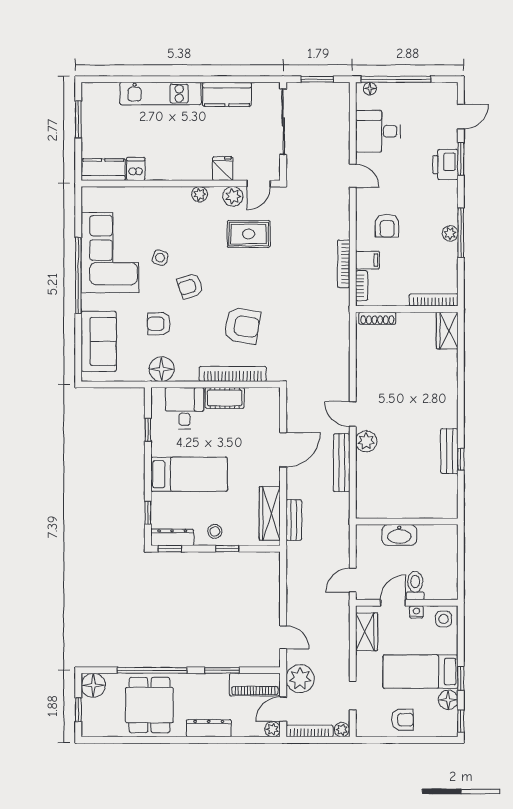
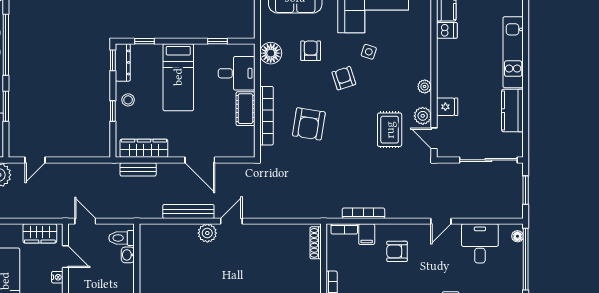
washbasin: (399, 535) -> (128, 255), width x0.52, depth x0.69
toilet: (415, 586) -> (122, 238), moved, turned 180

